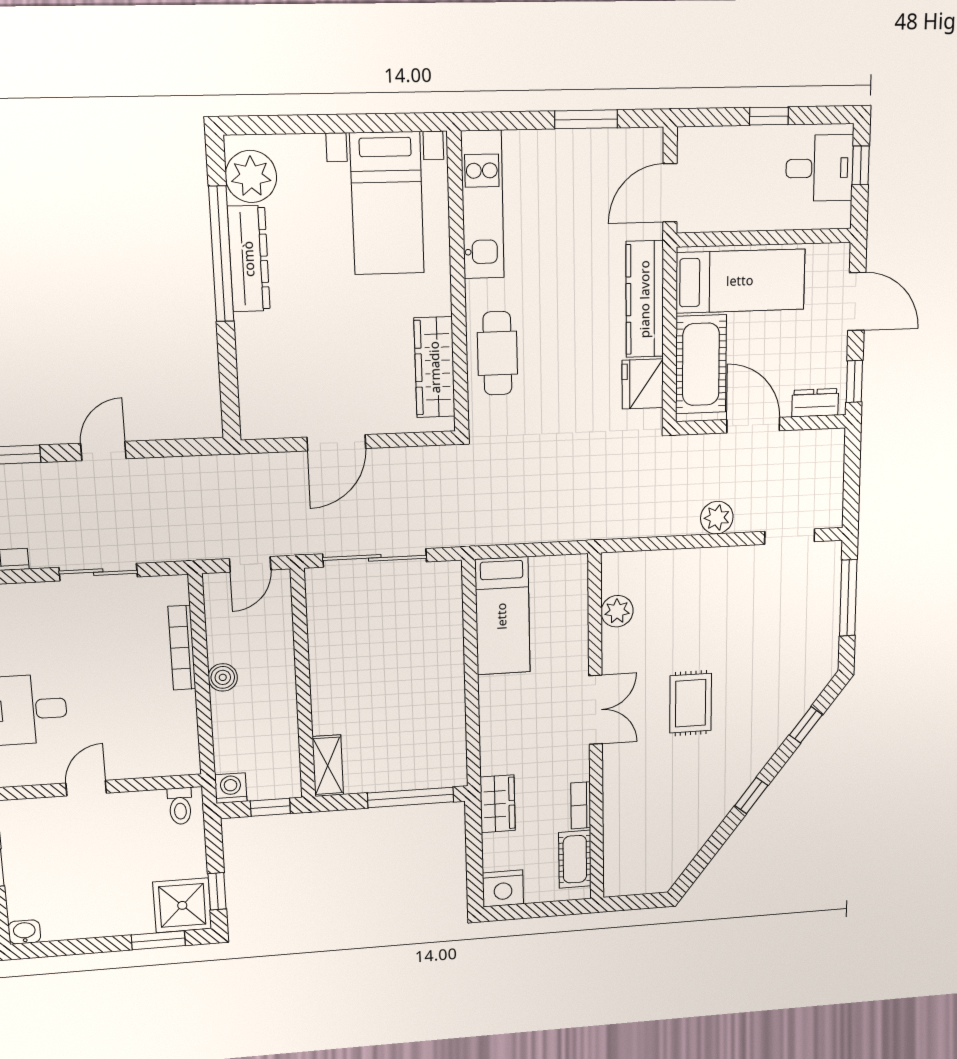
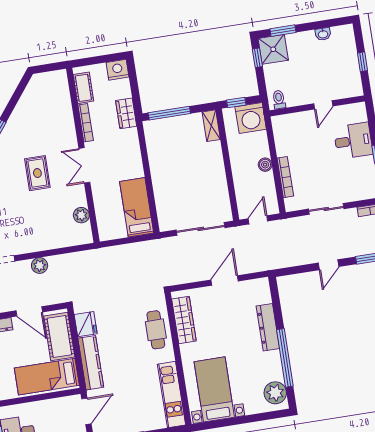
dresser: (249, 259) -> (268, 327), moved
washing machine: (231, 788) -> (251, 118), width x1.89, depth x1.89
bookcase: (581, 805) -> (86, 123), width x1.56
washbasin: (24, 932) -> (323, 34), moved

